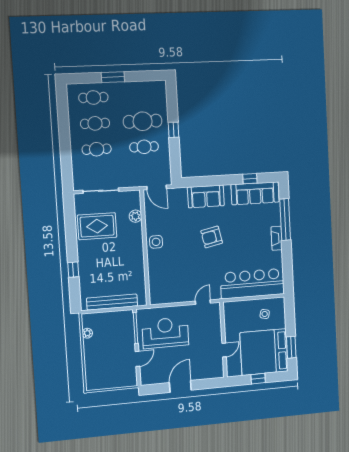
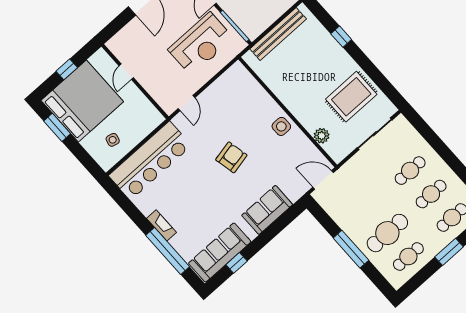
window: (173, 130) -> (351, 249), width x2.17
cafe table: (144, 147) -> (408, 257), moved
armchair: (212, 237) -> (231, 157), moved

